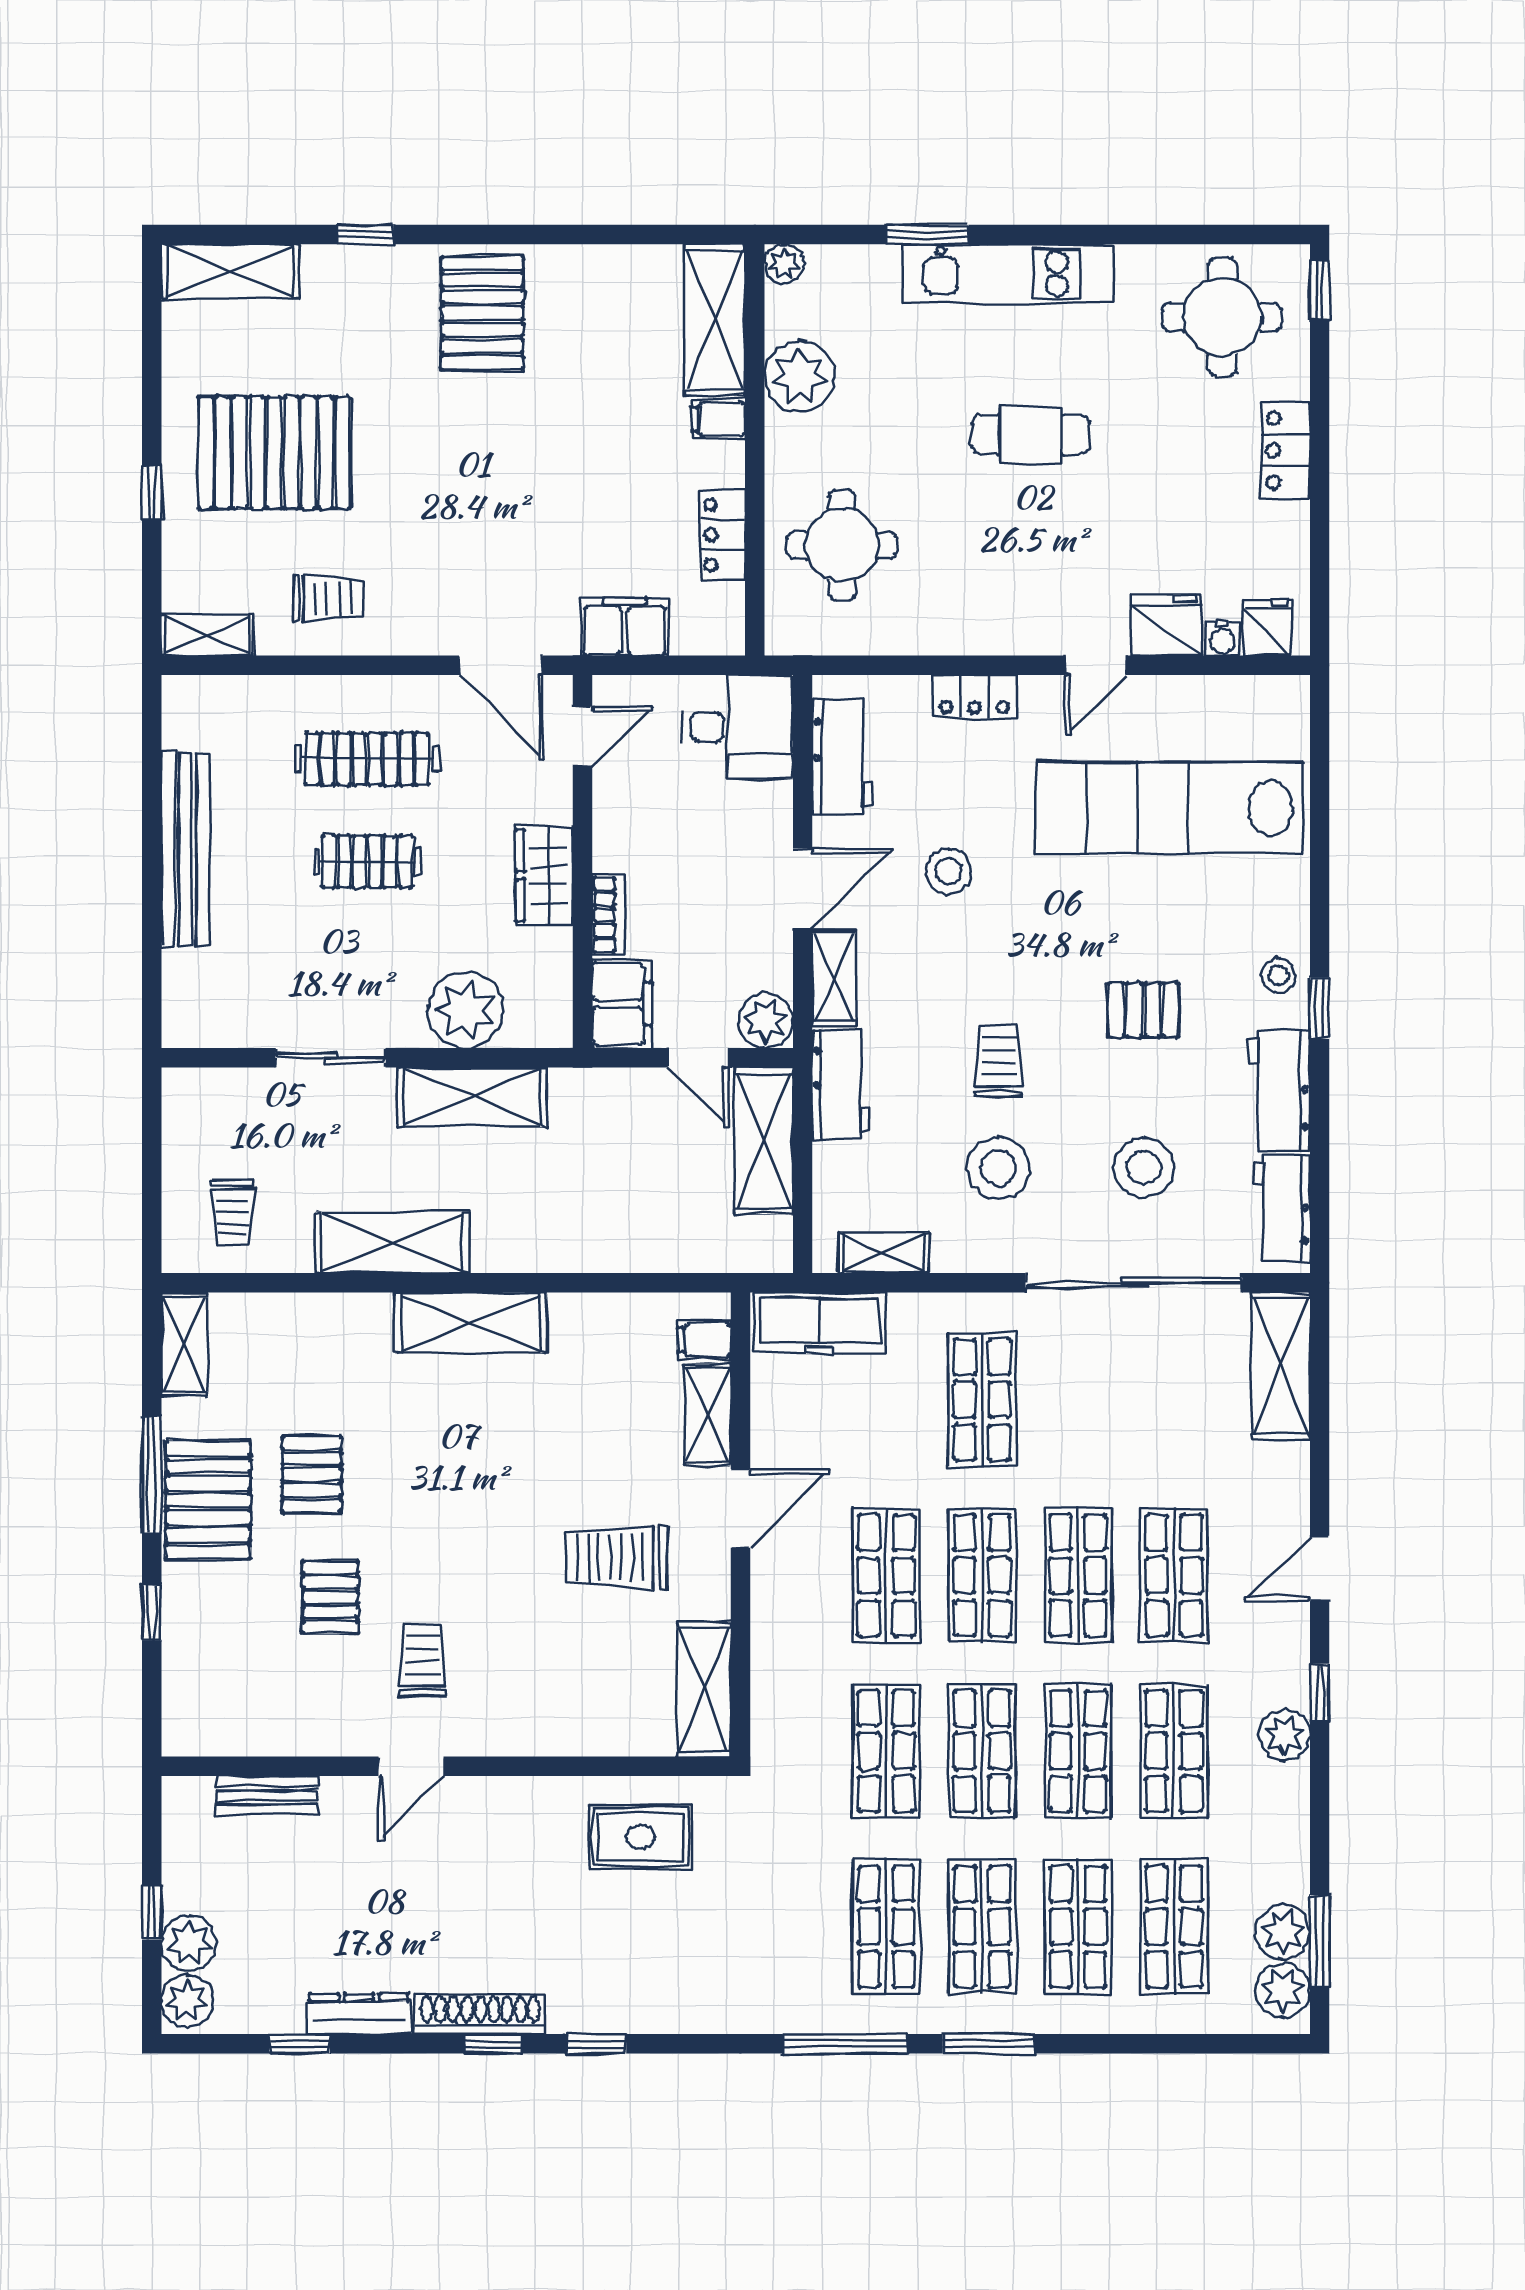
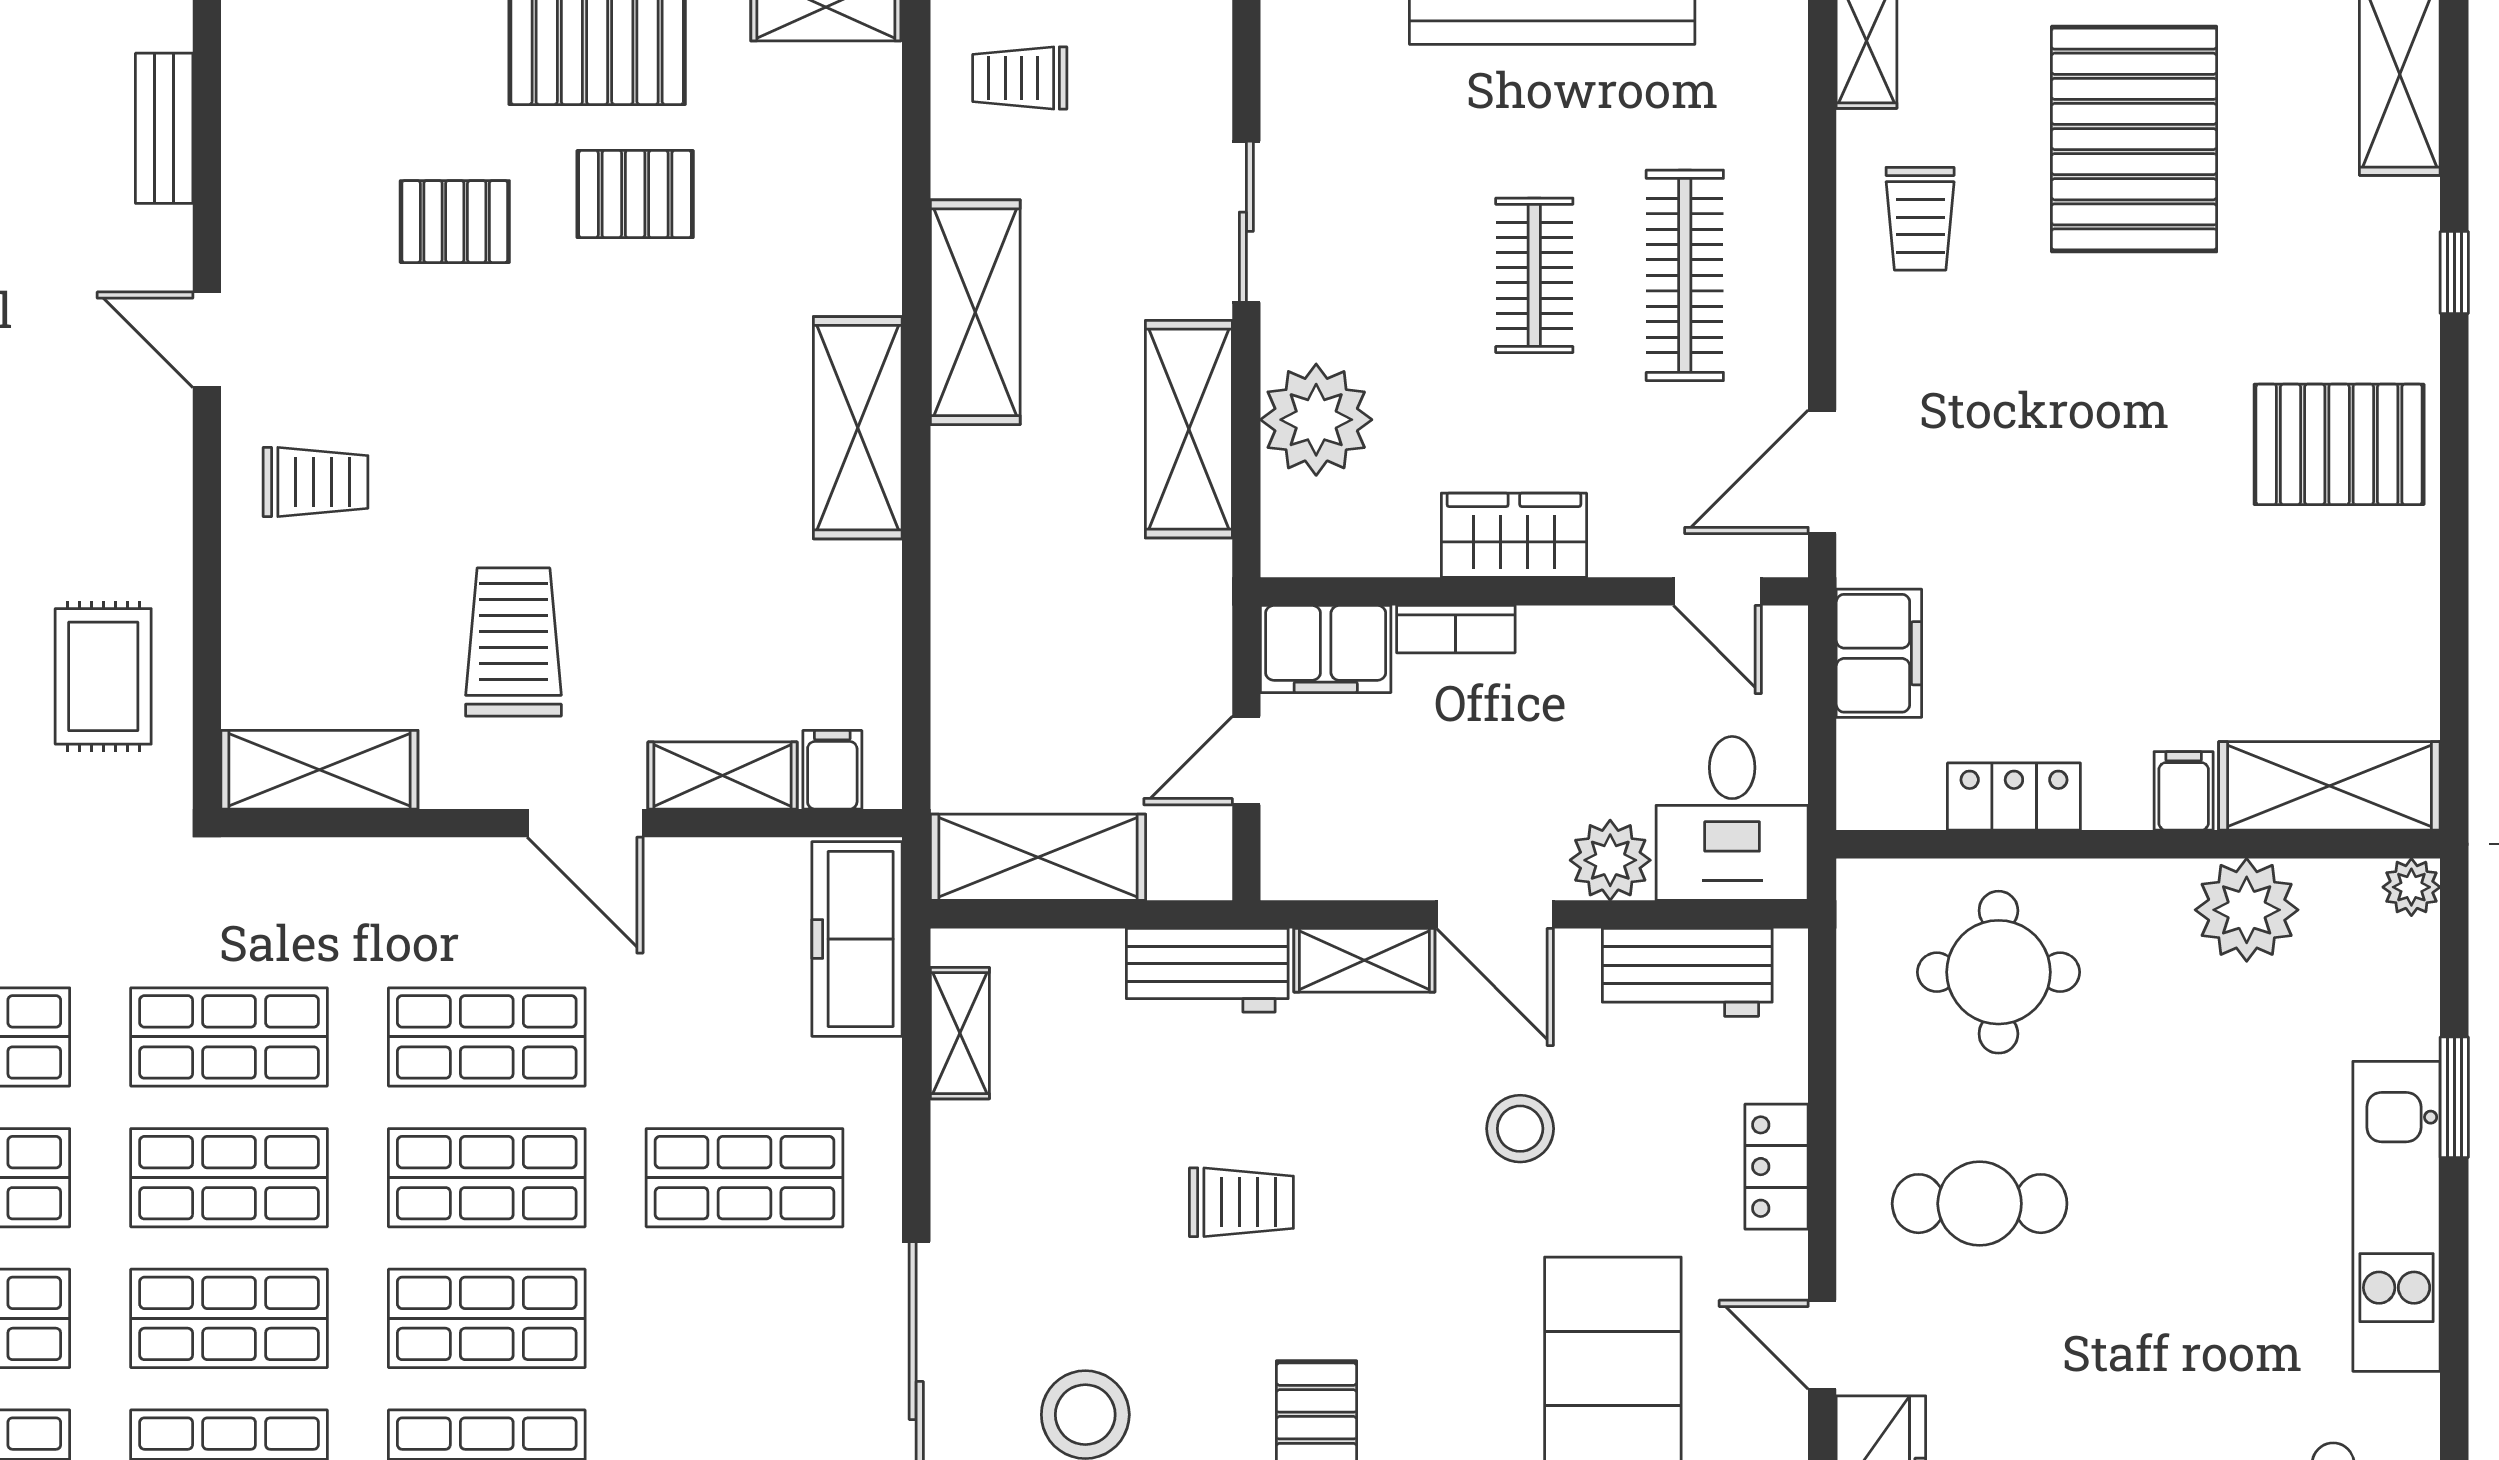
cafe table: (1031, 435) -> (1980, 1204), moved, turned 90
plant: (766, 1021) -> (1610, 860), moved
shelving: (764, 1141) -> (1038, 857), moved
stool: (998, 1168) -> (1084, 1202), removed
trolley: (422, 1660) -> (316, 482), moved

